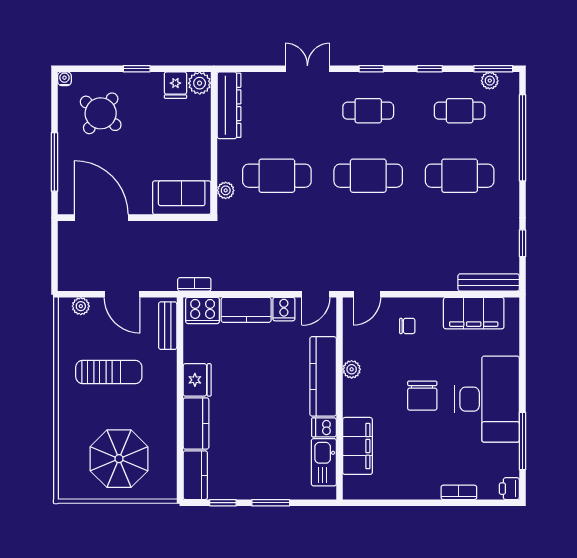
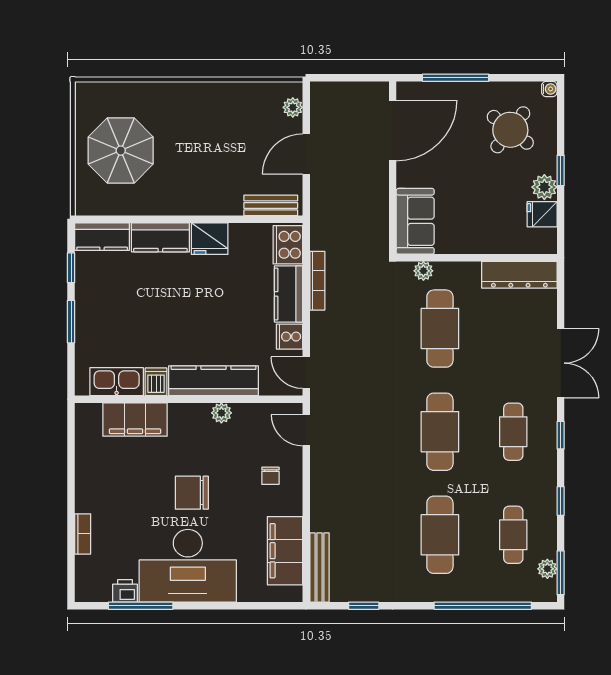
double door: (307, 69) -> (561, 363), width x1.37
plant: (200, 83) -> (544, 187), moved
bookcase: (194, 284) -> (317, 281), moved, width x1.56
sun lounger: (109, 372) -> (219, 139), removed
printer: (509, 489) -> (125, 591), moved

